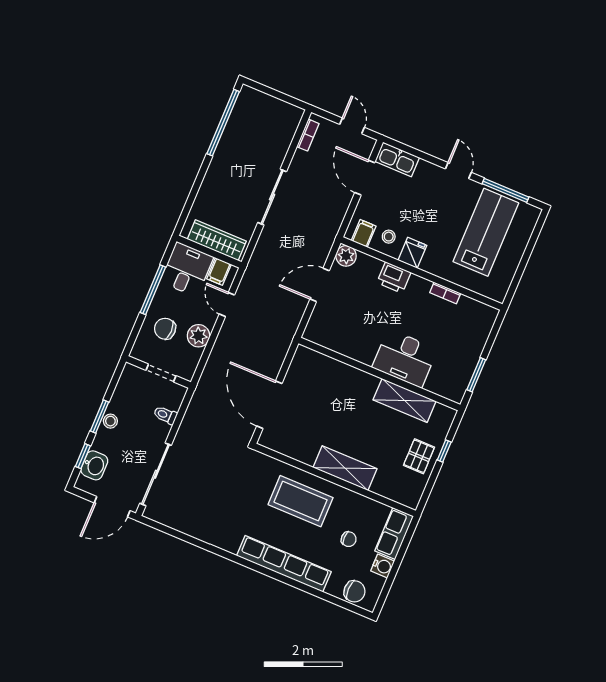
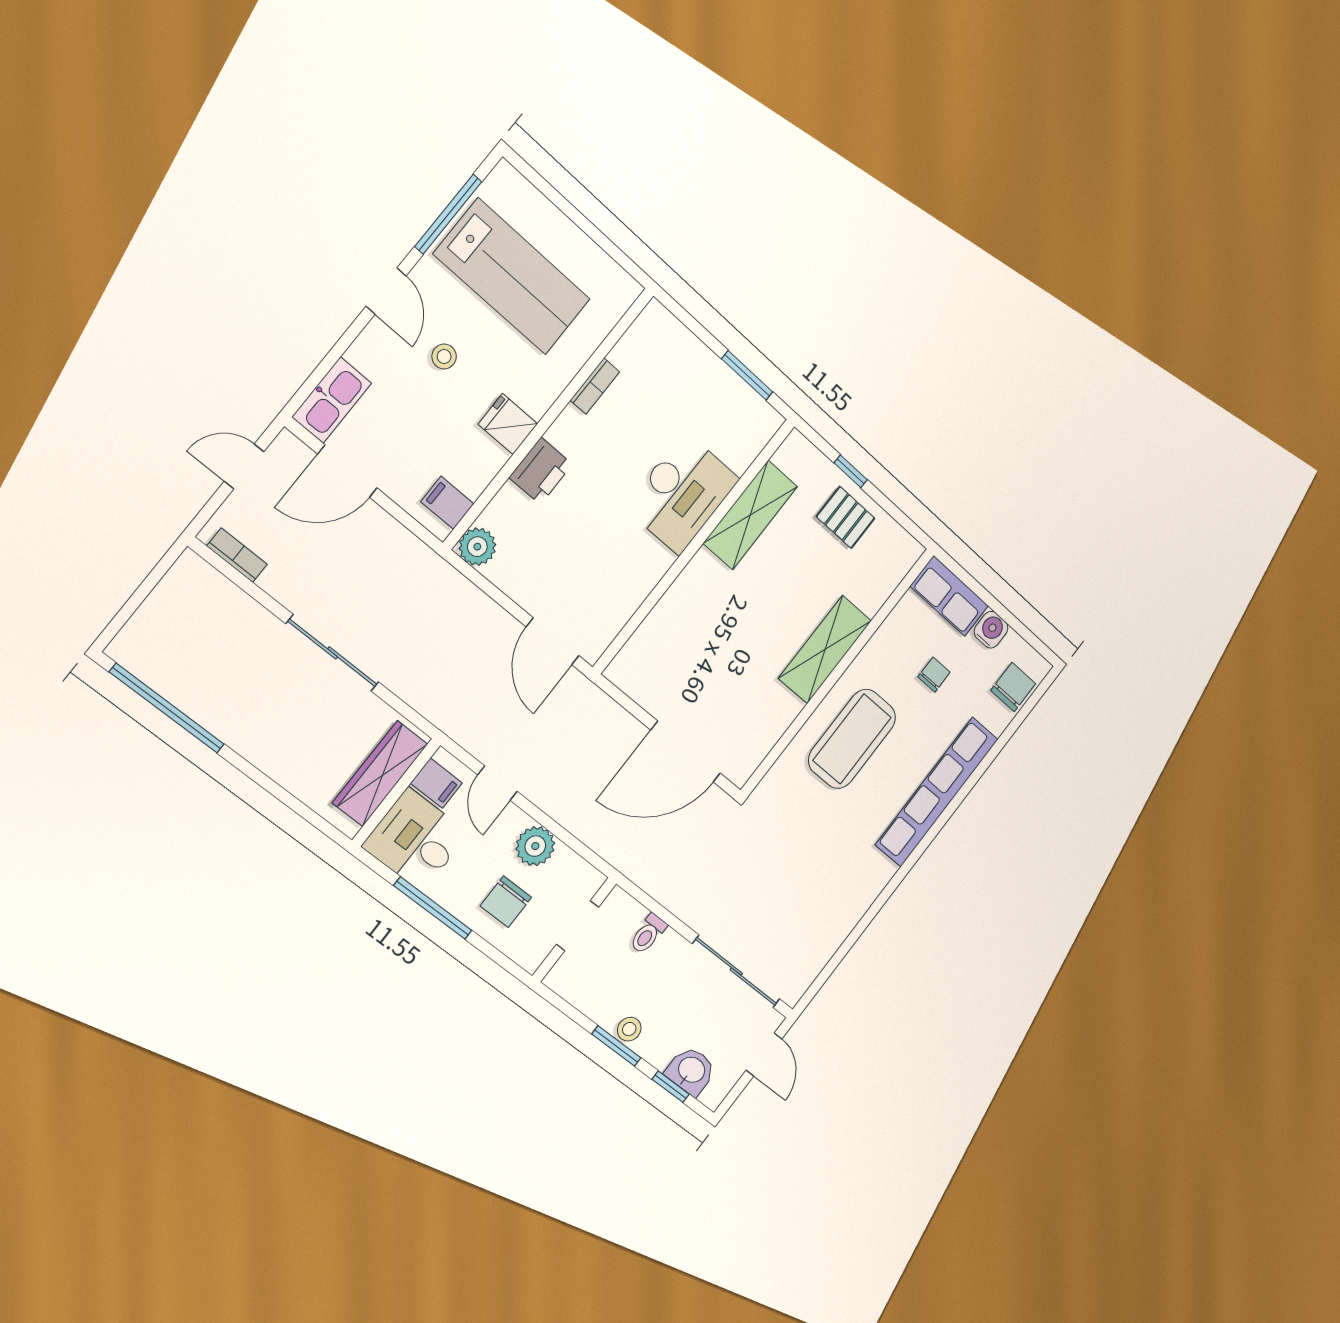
door: (458, 171) -> (386, 291), swing flipped
lab bench: (486, 232) -> (512, 277), turned 180
stool: (389, 237) -> (444, 357), moved
door: (320, 285) -> (553, 641), moved
door: (227, 304) -> (497, 783), hinge flipped
door: (112, 507) -> (764, 1054), width x0.73

